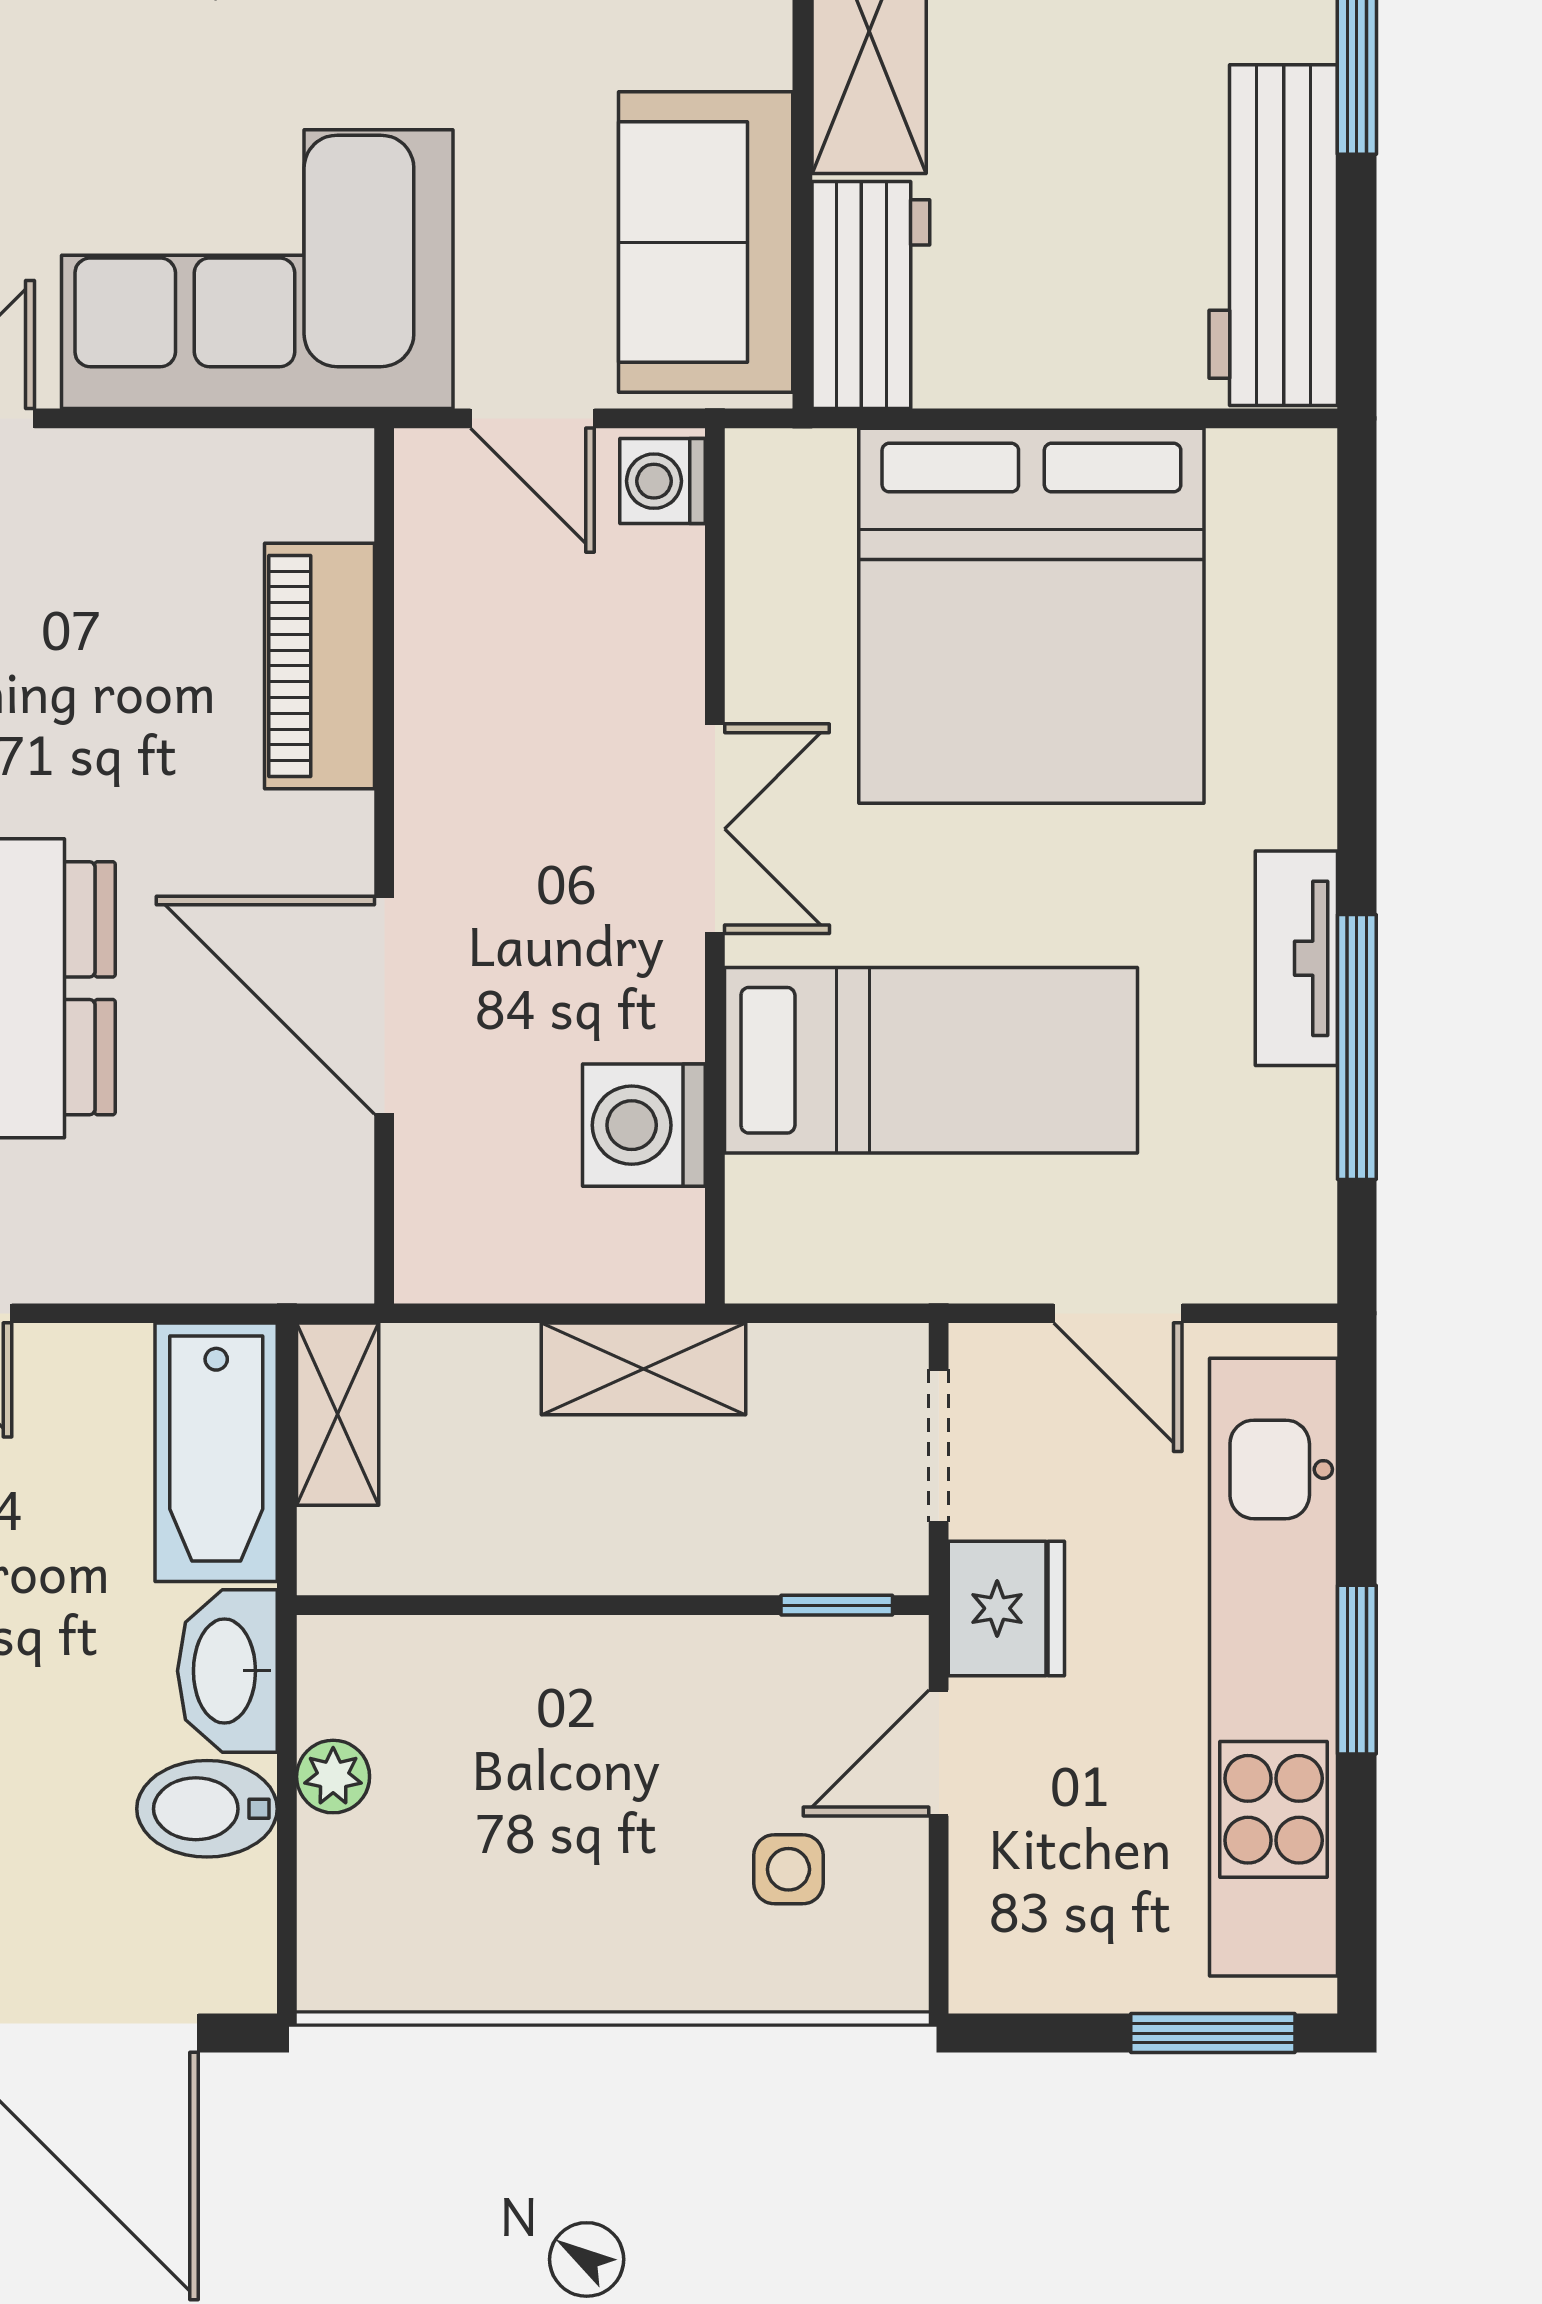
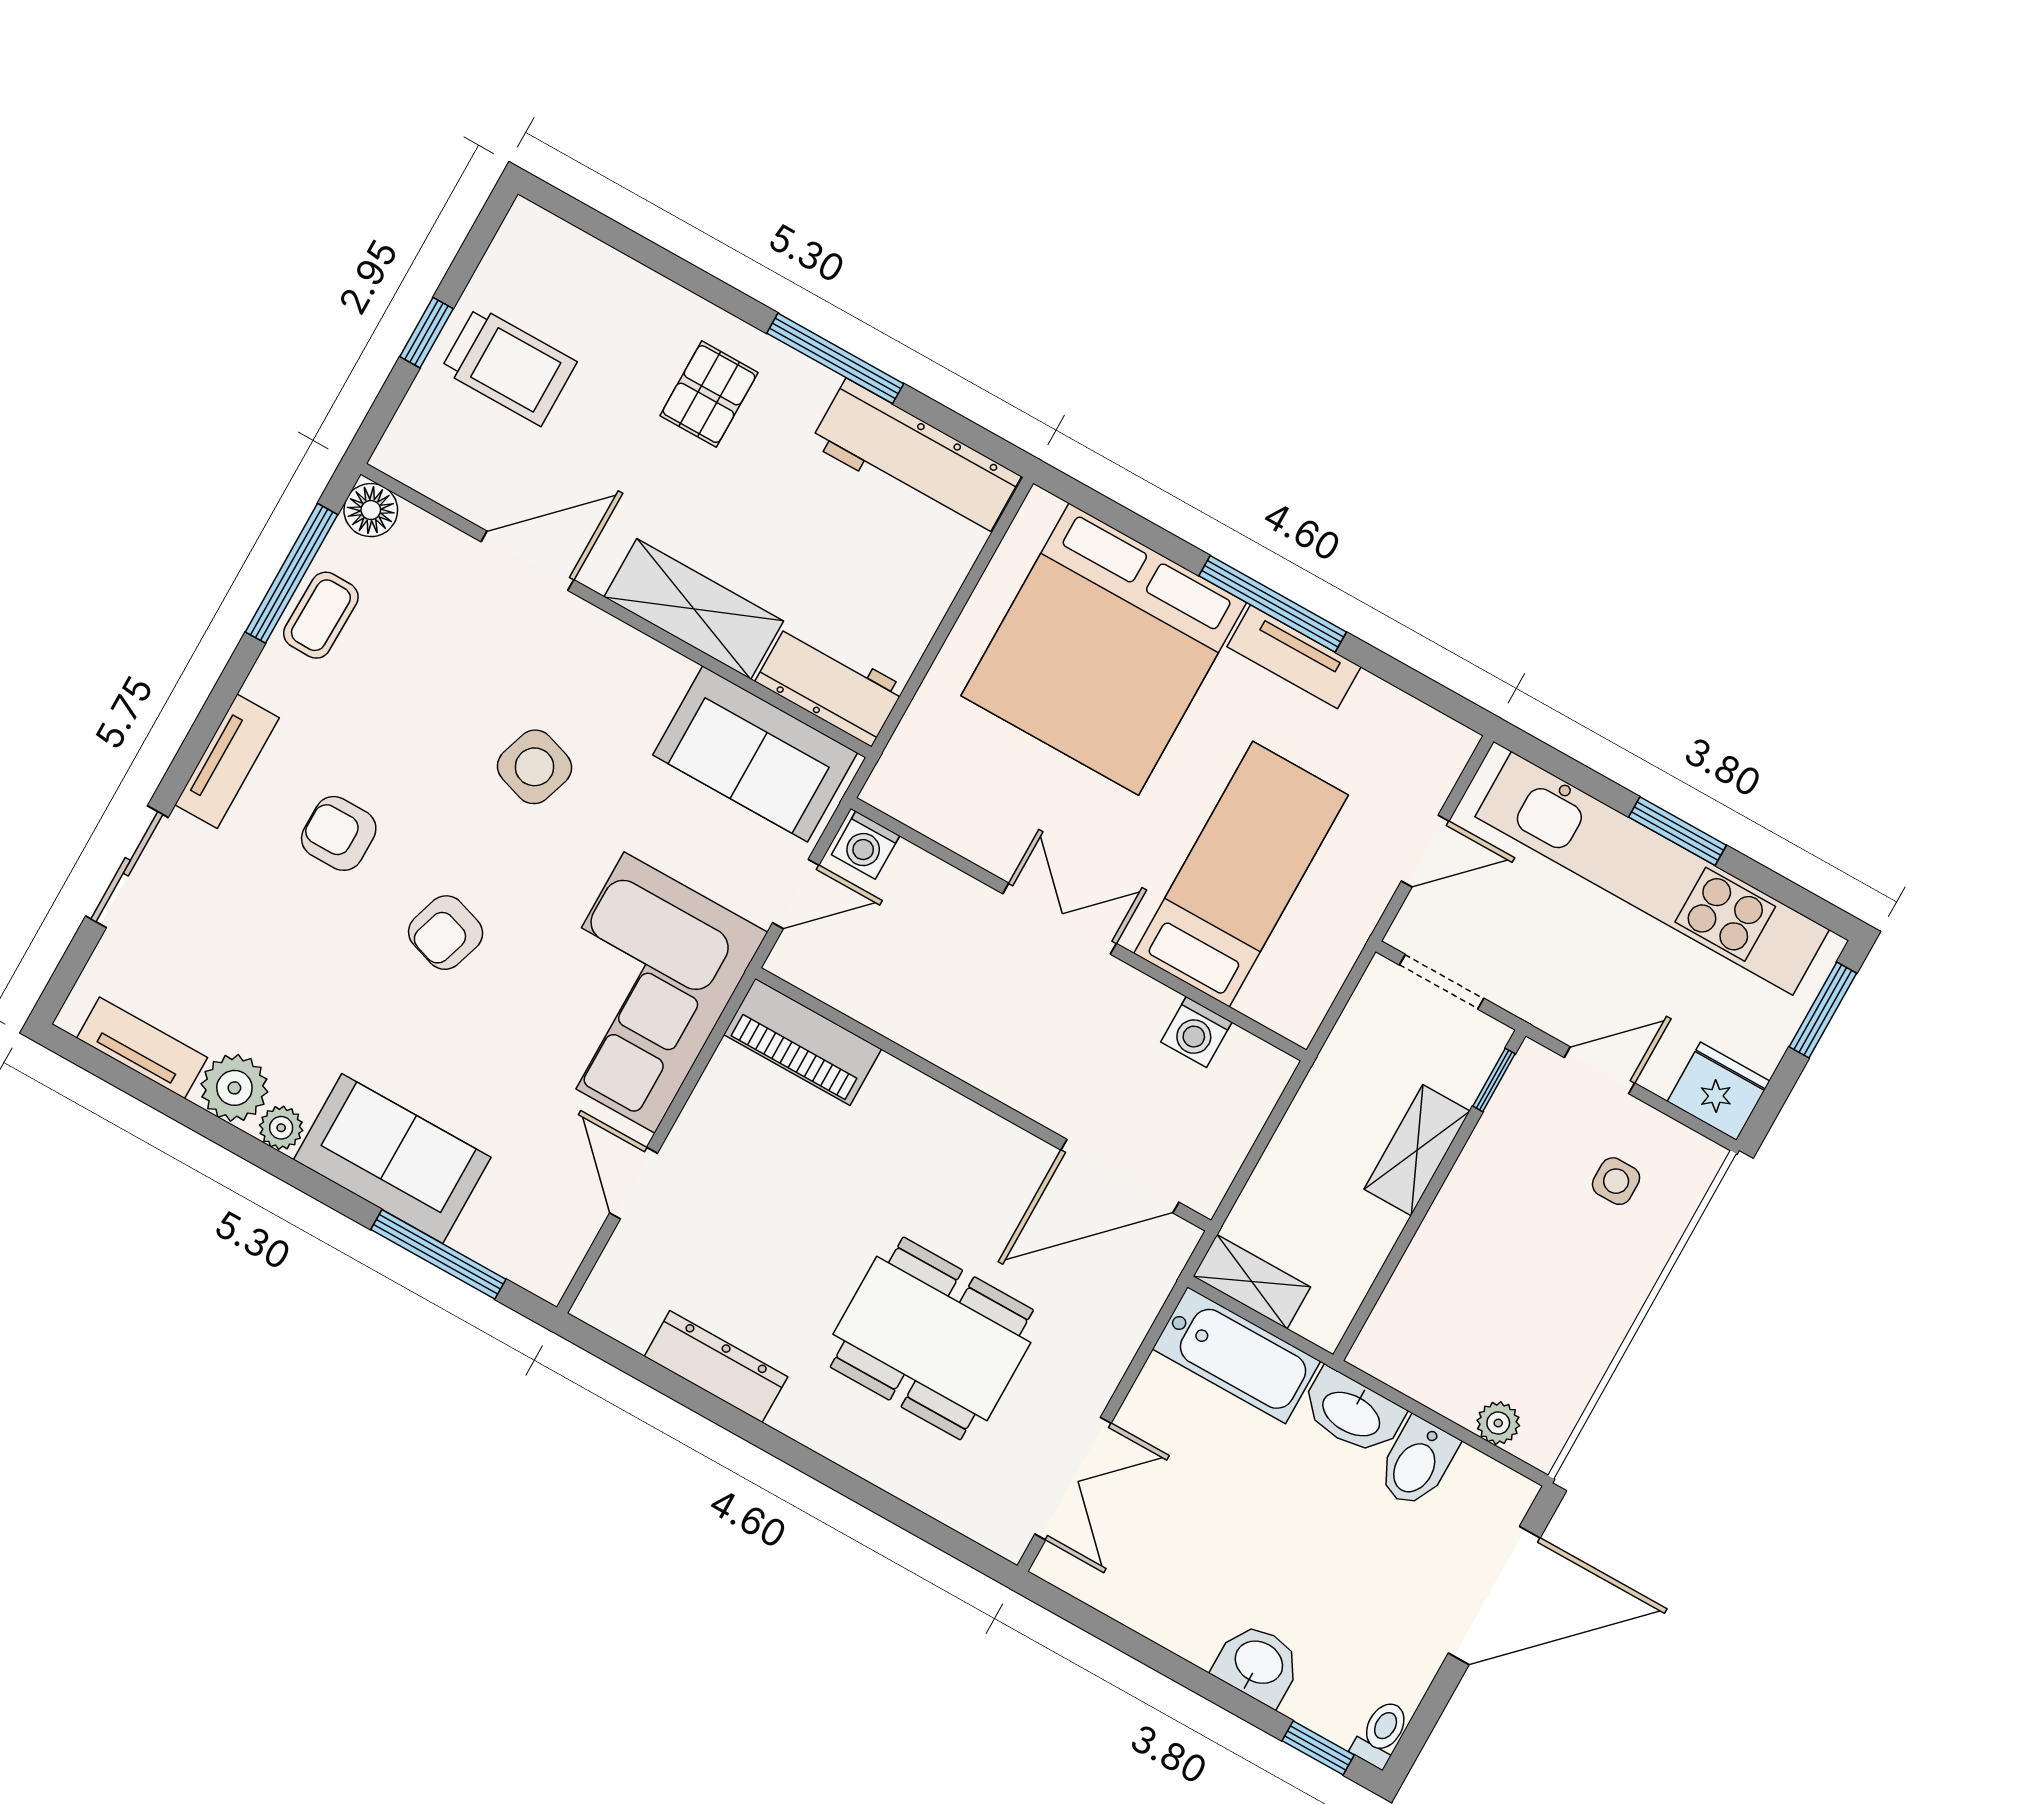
bed: (1031, 616) -> (1104, 649), moved, turned 90
piano: (320, 666) -> (803, 1042), moved
door: (384, 1005) -> (1120, 1176), moved
window: (1357, 1047) -> (1273, 604), moved
washing machine: (644, 1125) -> (1196, 1032), width x0.73, depth x0.73
shelving: (644, 1369) -> (1417, 1150), moved
fridge: (1006, 1608) -> (1719, 1091), moved
door: (939, 1753) -> (1600, 1070), swing flipped
plant: (333, 1777) -> (1498, 1423), moved

